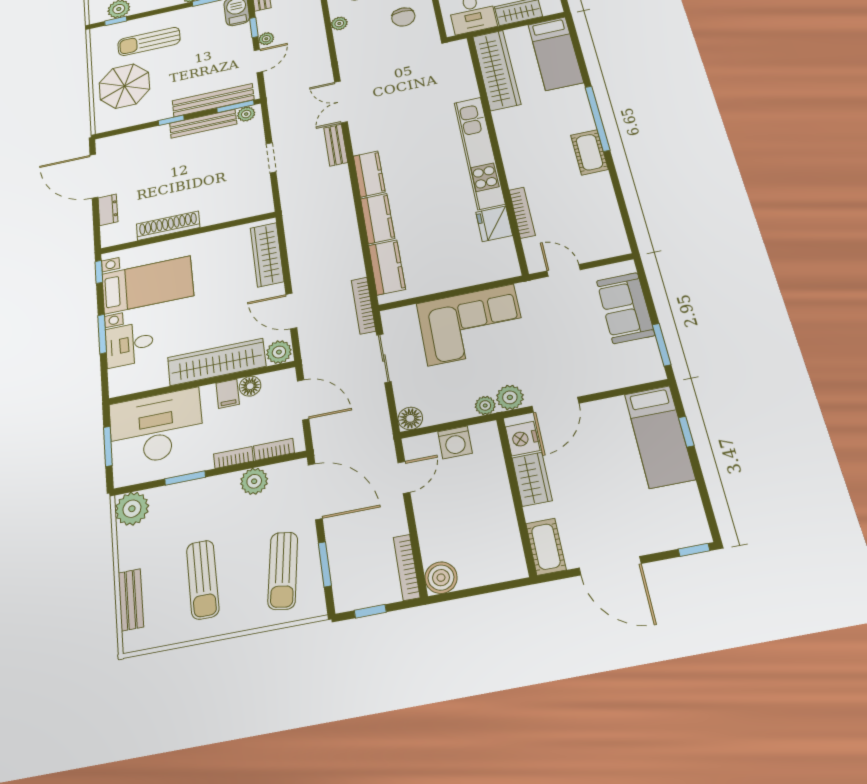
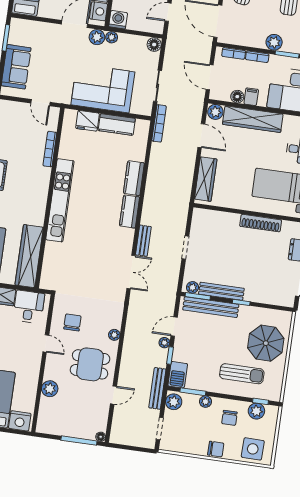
fridge: (494, 224) -> (88, 121), moved, turned 90
kitchen counter: (387, 267) -> (117, 125), moved, turned -90
washing machine: (455, 442) -> (118, 20), moved
plant: (254, 481) -> (274, 42), moved

